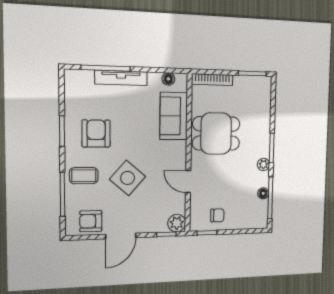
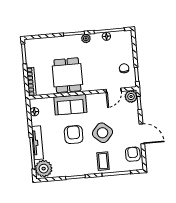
plant: (80, 83) -> (44, 169), added
sofa: (174, 116) -> (70, 105), moved
armchair: (96, 134) -> (74, 135), moved, turned 90
door: (188, 182) -> (114, 90), moved
armchair: (91, 221) -> (133, 154), turned 180

